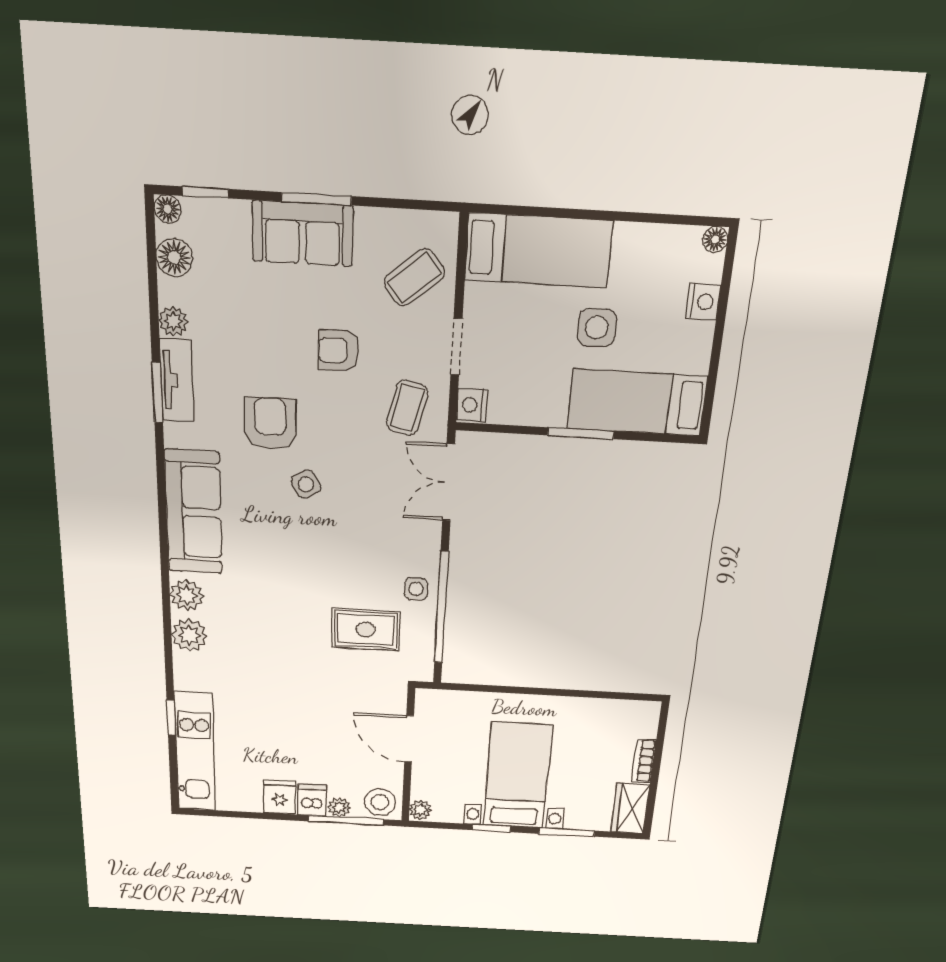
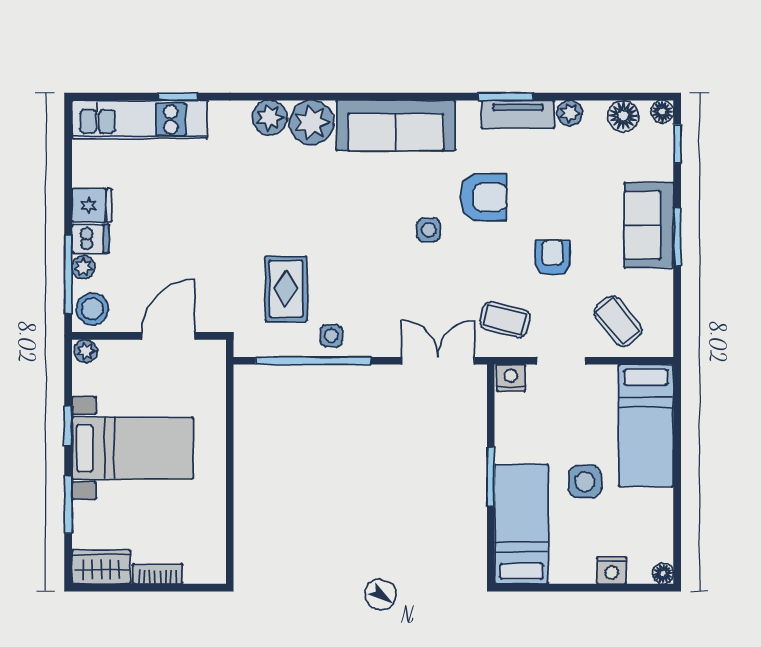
side table: (306, 484) -> (429, 230), turned 30
plant: (187, 595) -> (312, 122), width x1.36, depth x1.36

